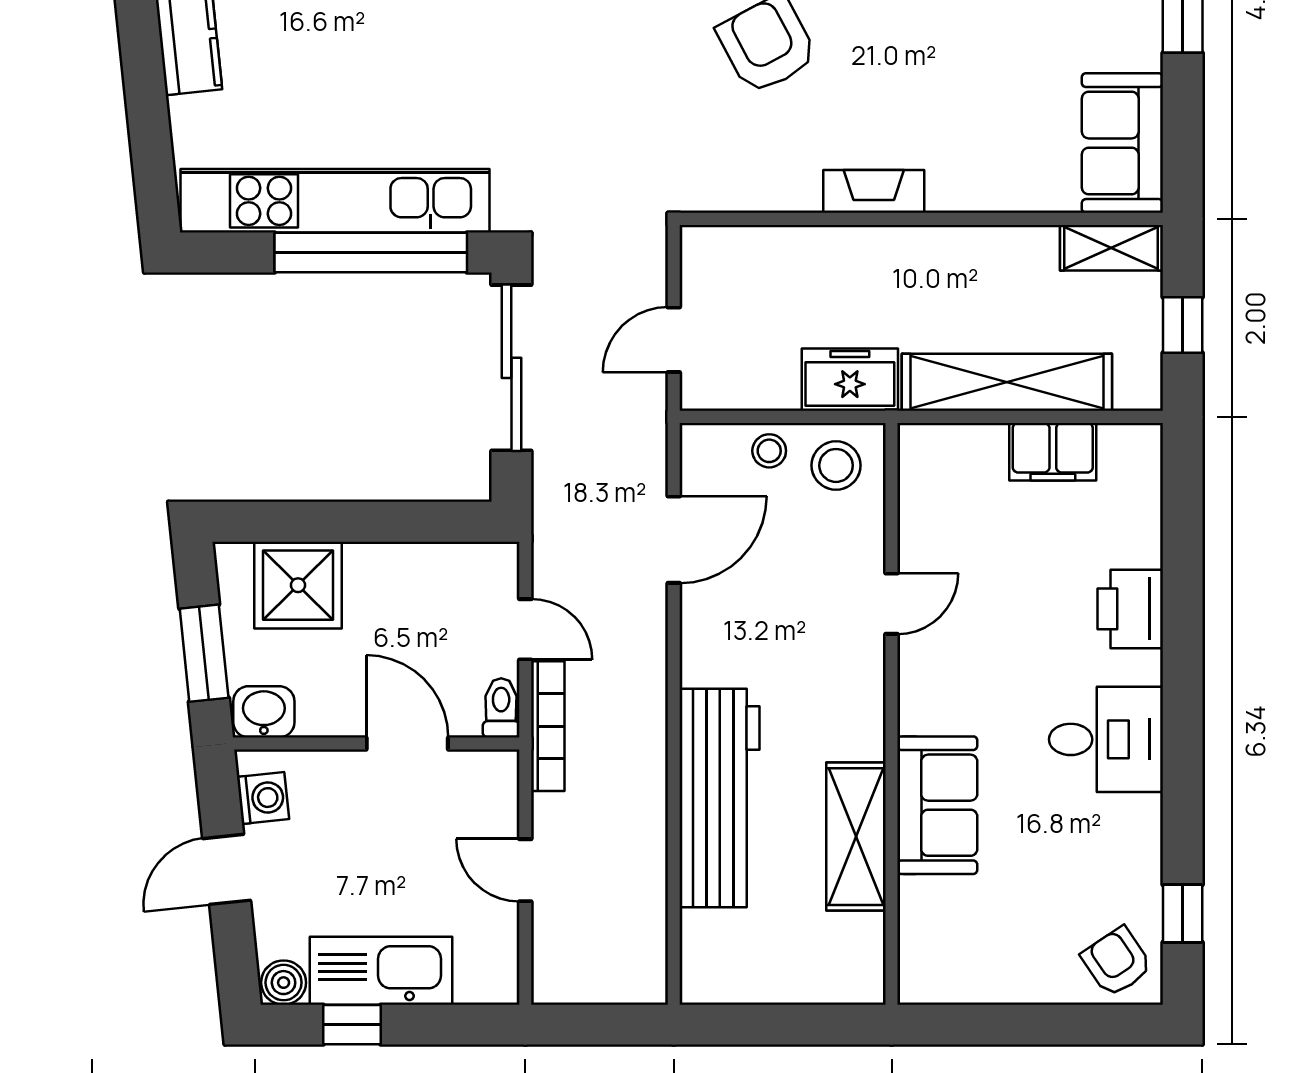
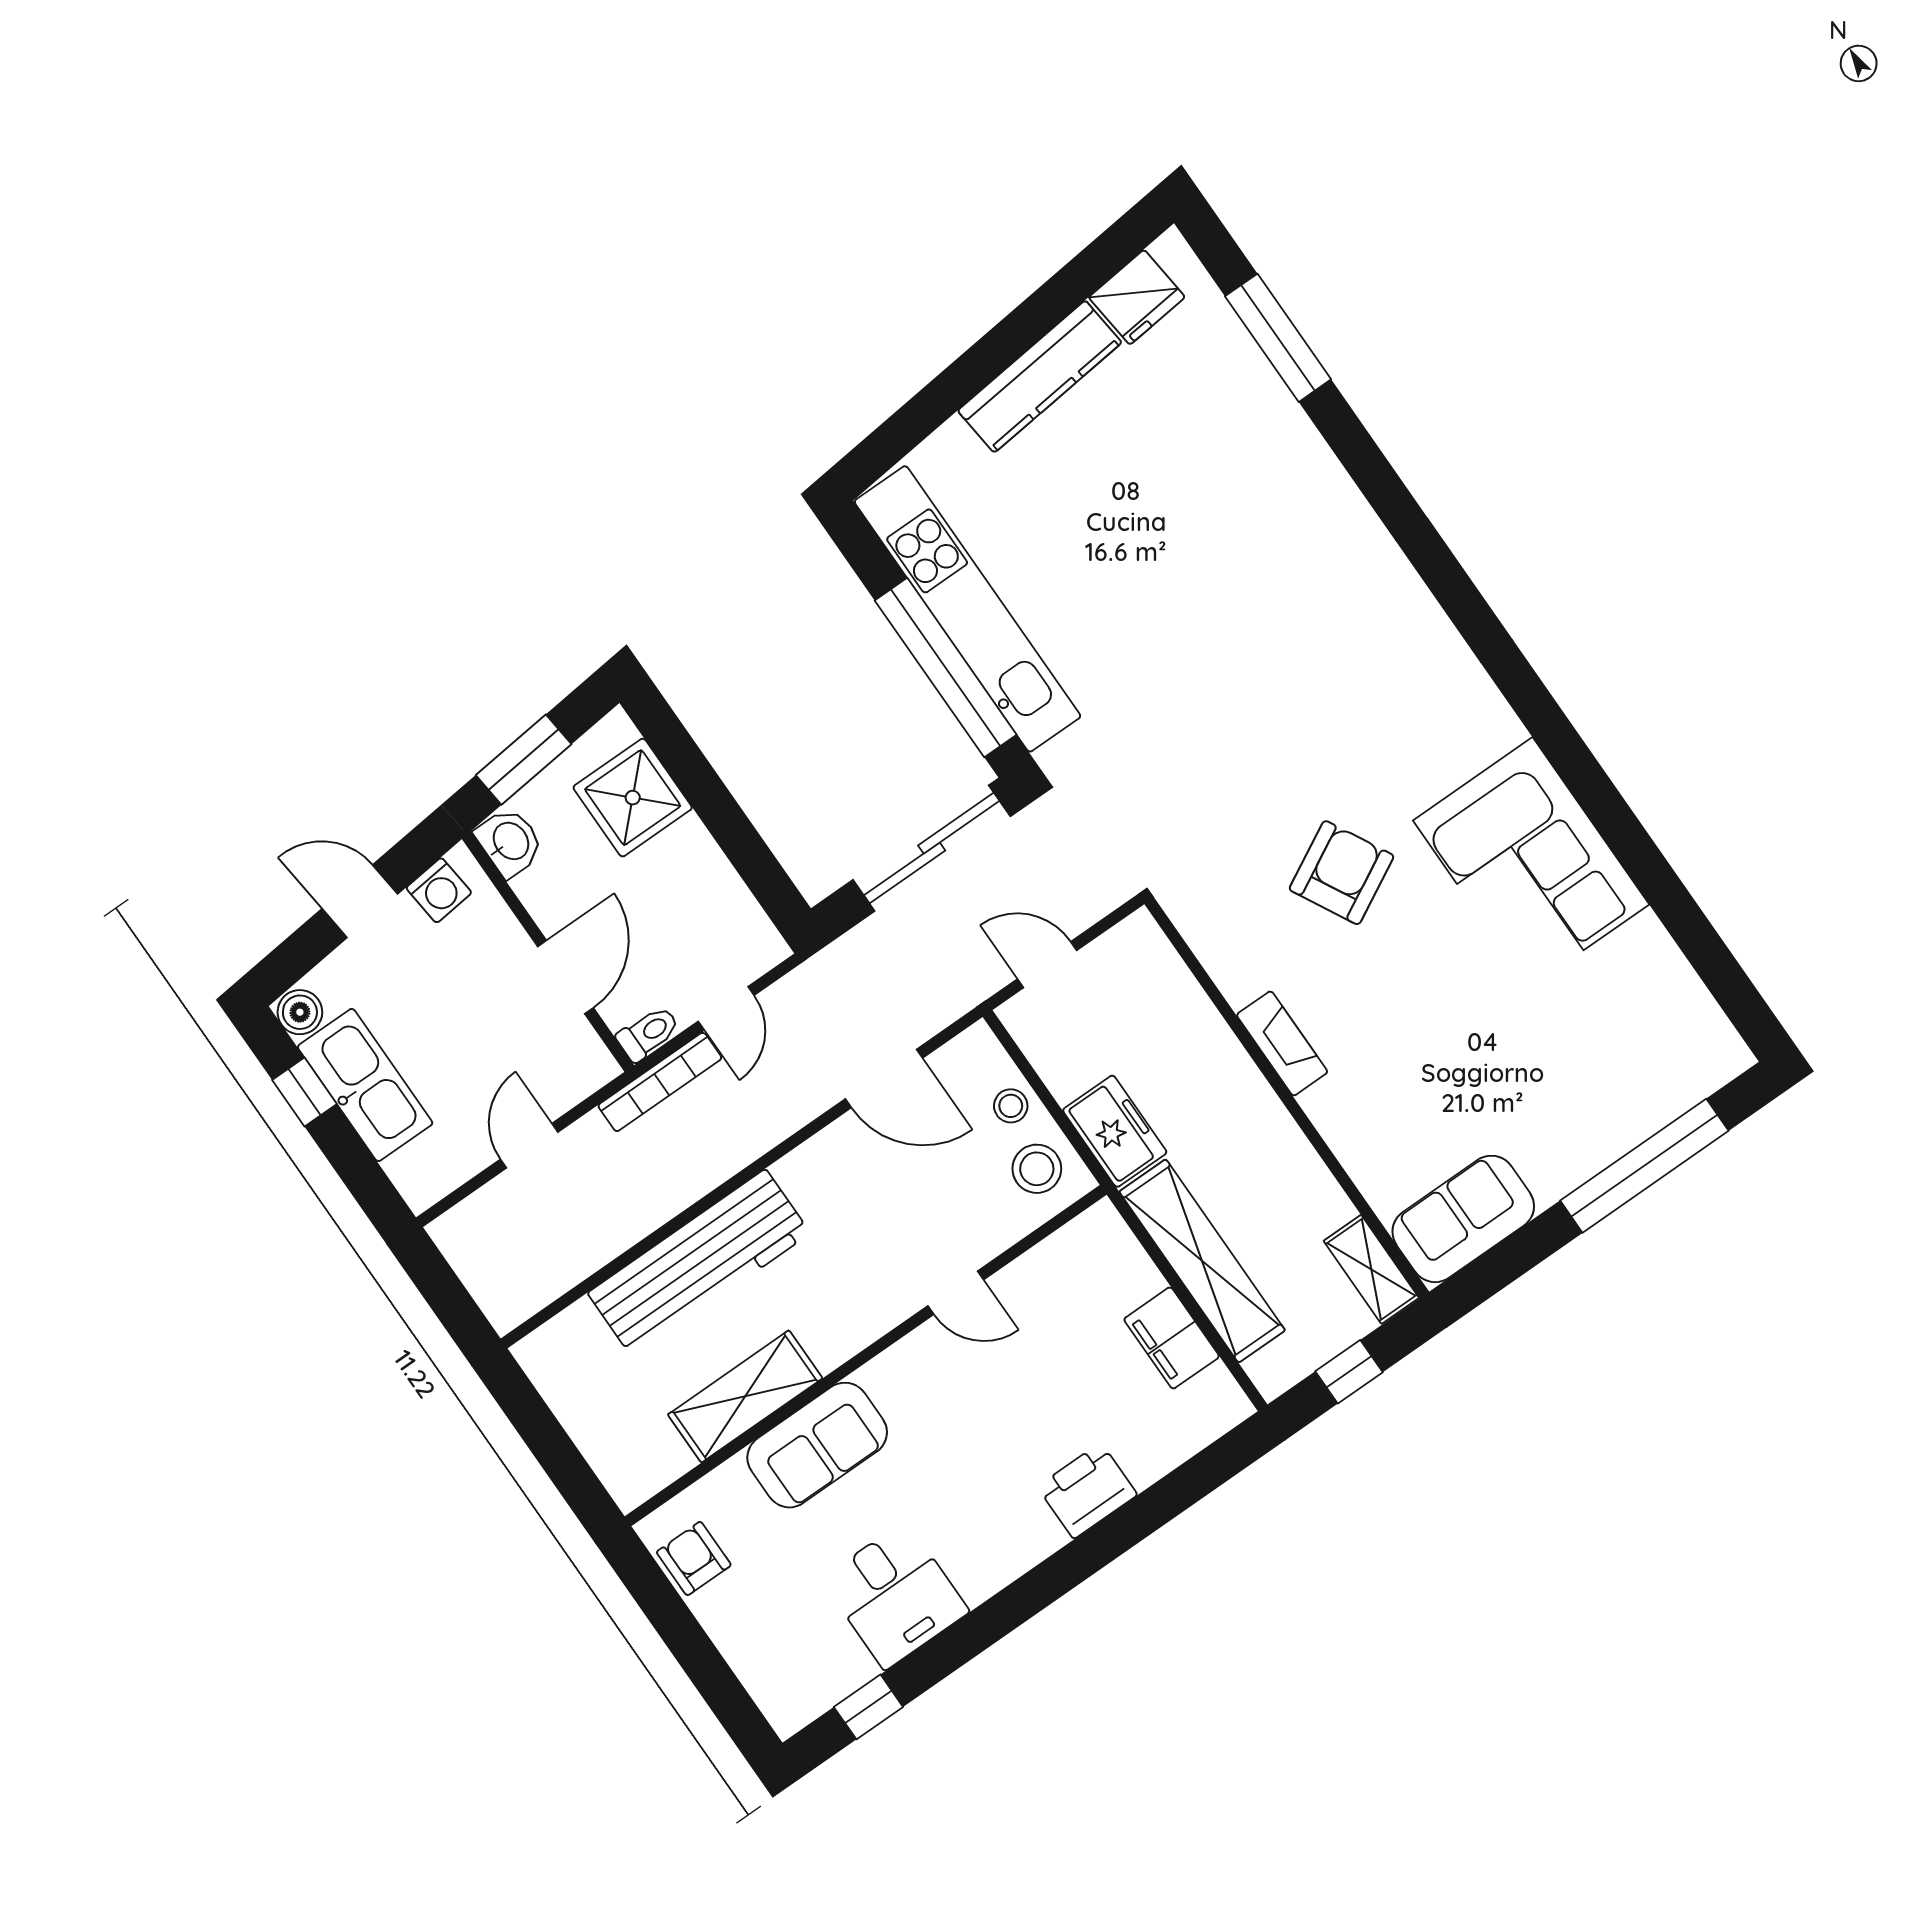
desk: (1106, 739) -> (895, 1595), moved
armchair: (1117, 962) -> (694, 1558), moved, turned -56

